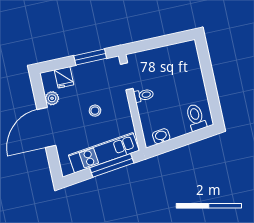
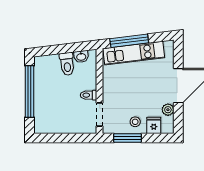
window: (210, 85) -> (29, 91), added
stool: (95, 111) -> (135, 122), moved
toilet: (196, 117) -> (67, 64), moved

